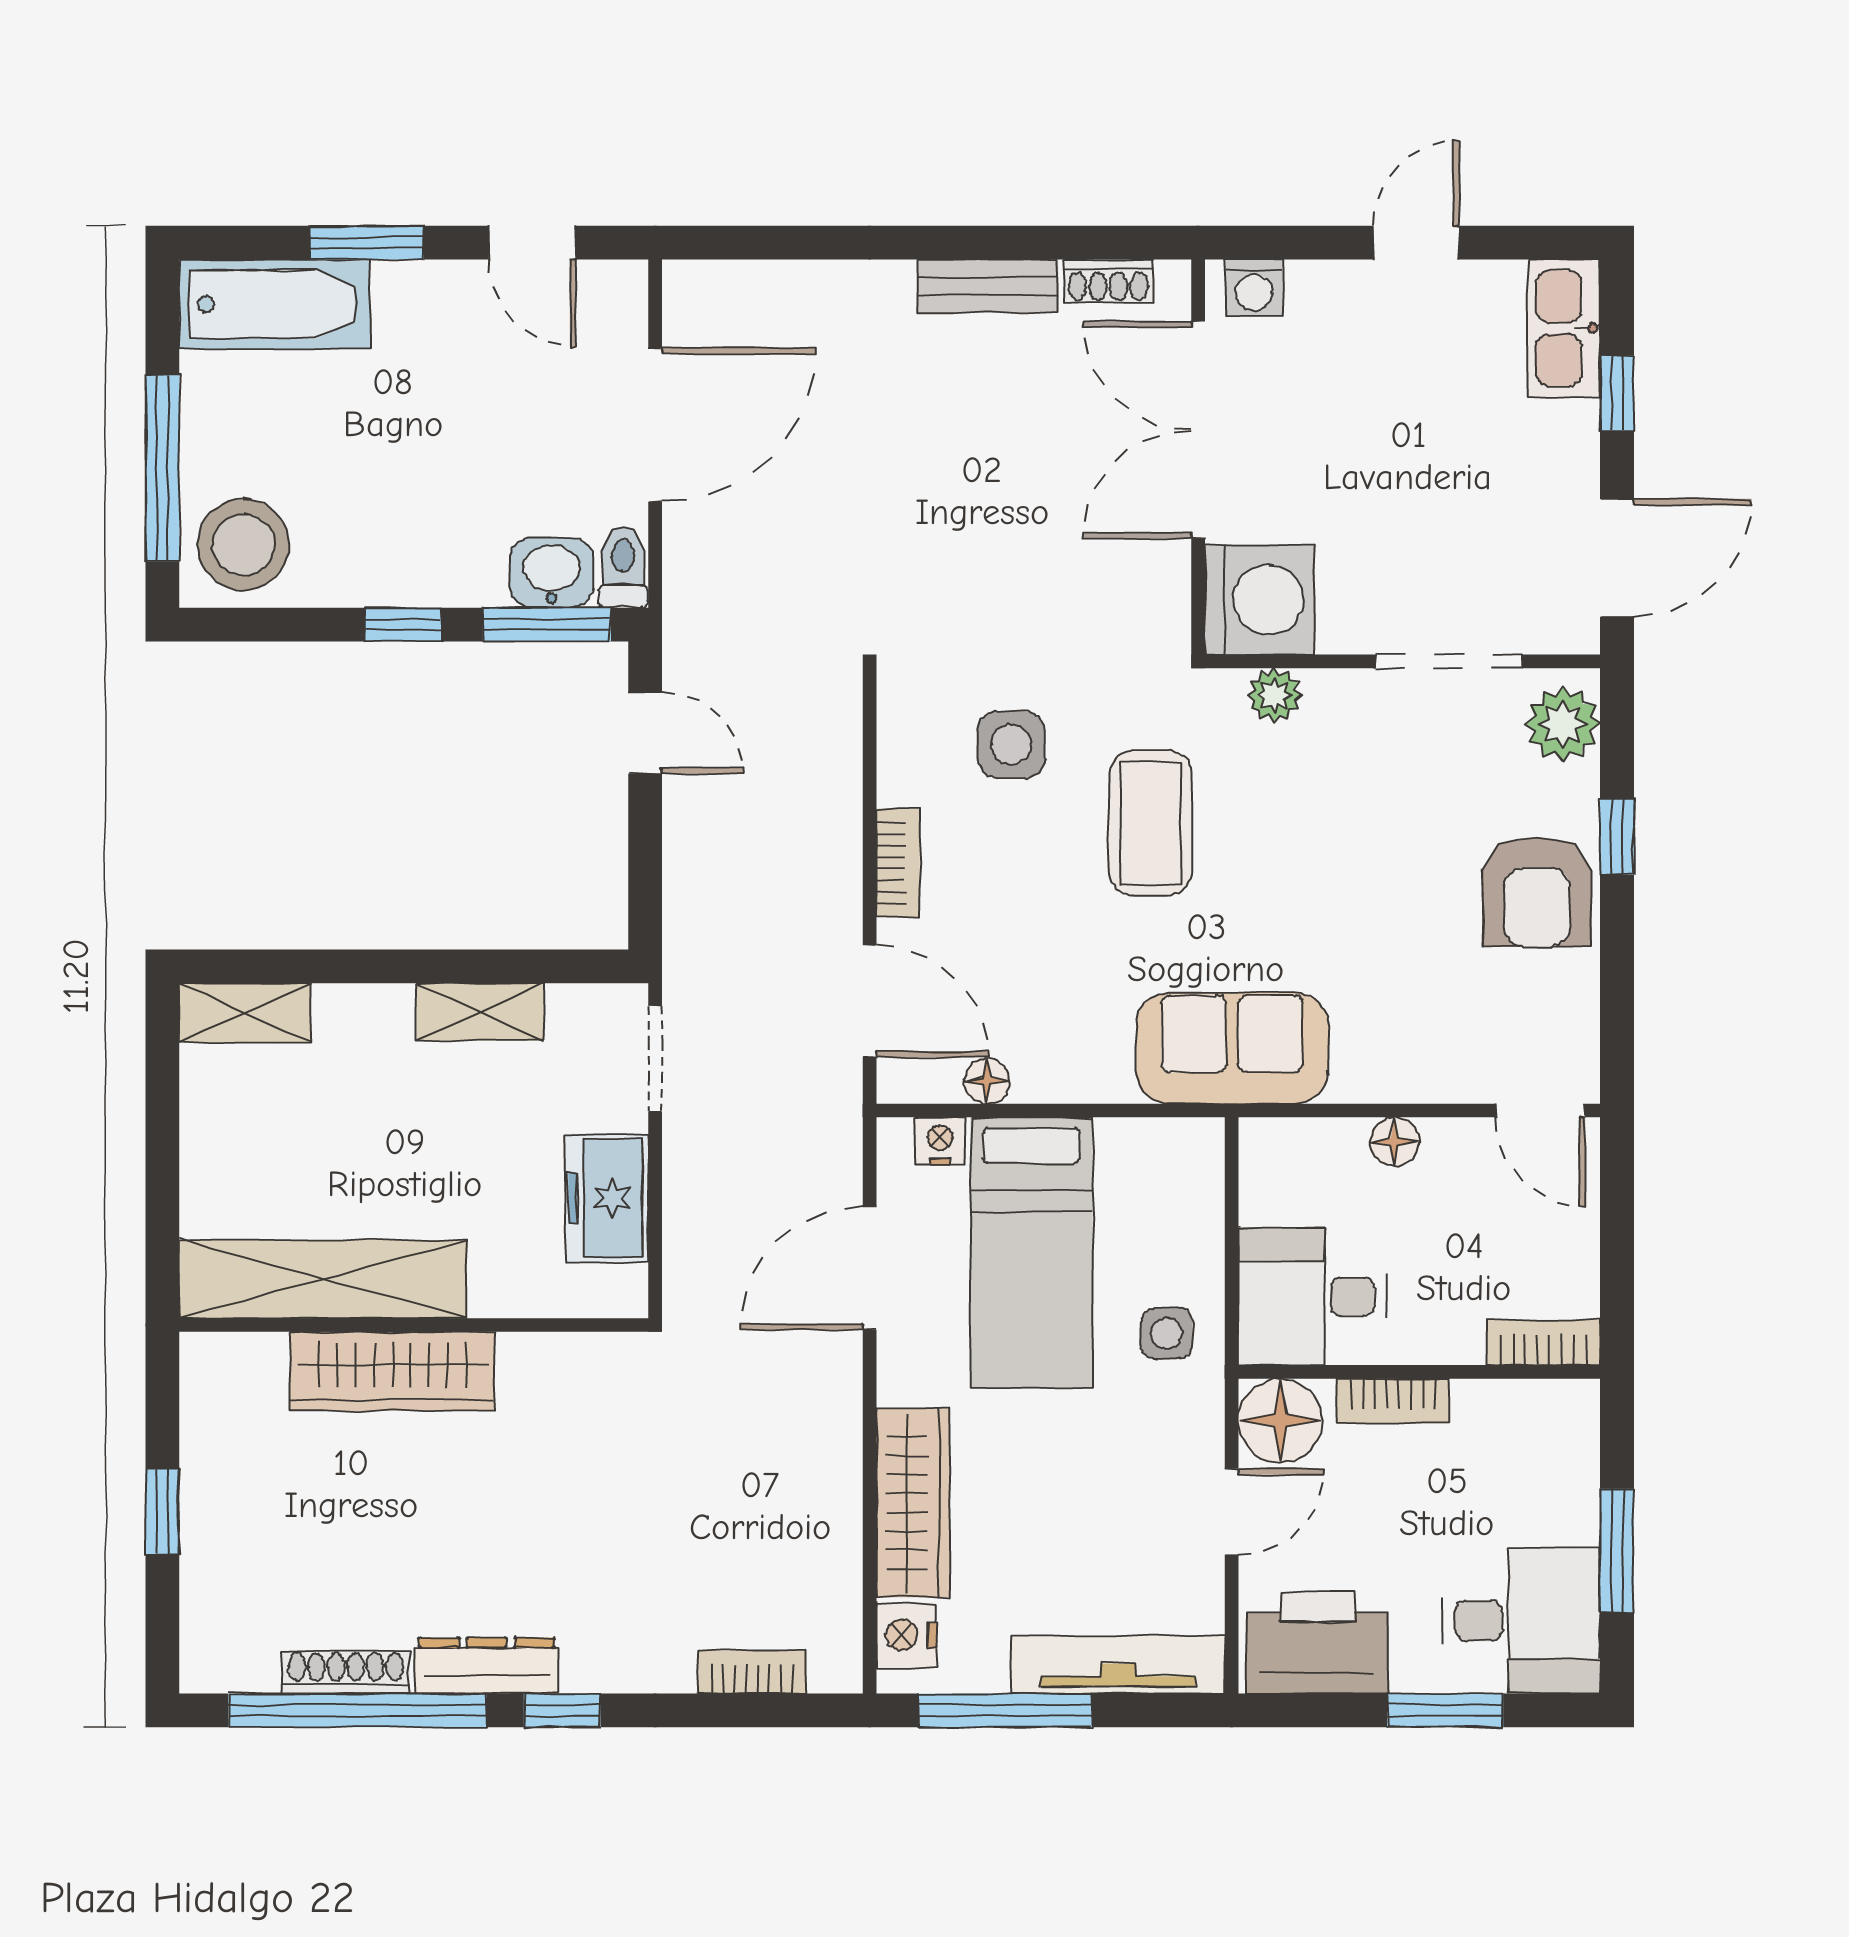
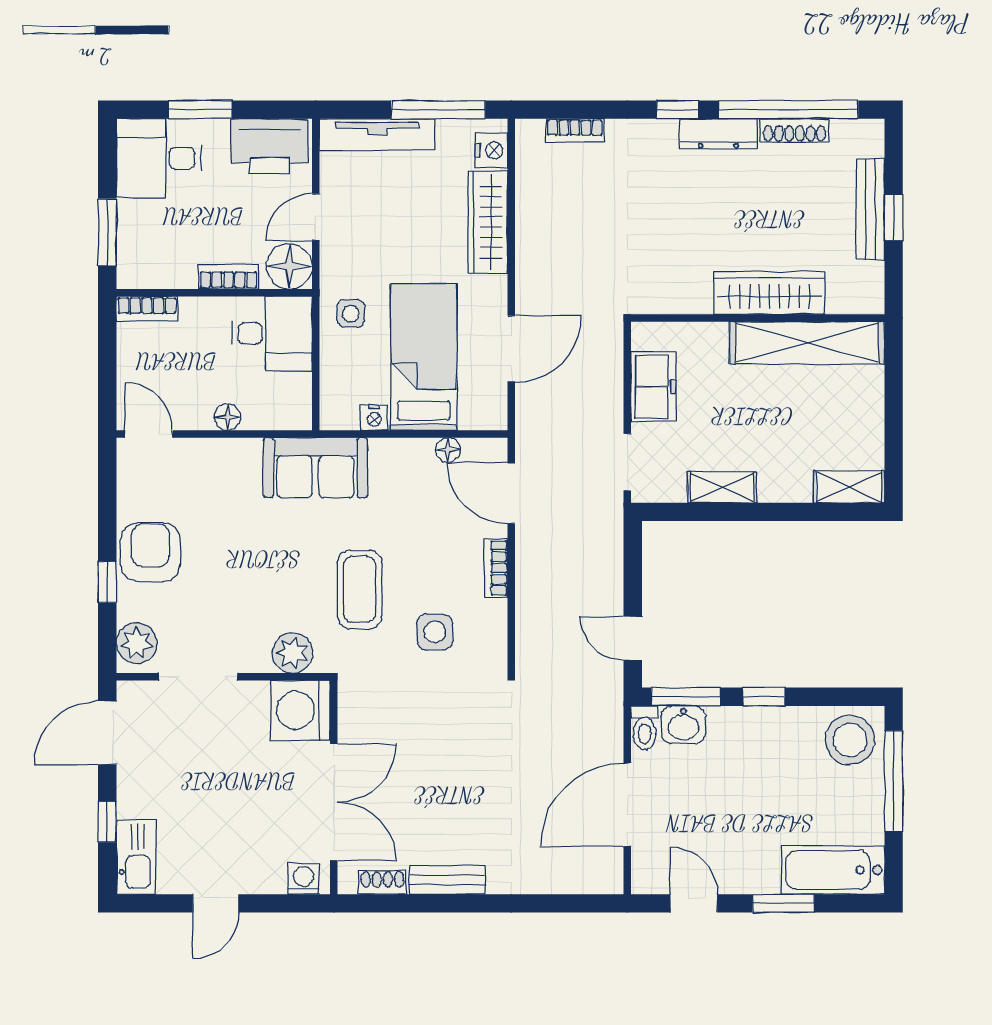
plant: (1274, 695) -> (292, 653), width x1.38, depth x1.38
nightstand: (940, 1141) -> (374, 417), moved
bench: (206, 1526) -> (870, 209), added
window: (1617, 1551) -> (107, 232), moved

